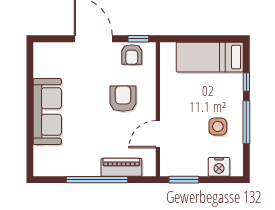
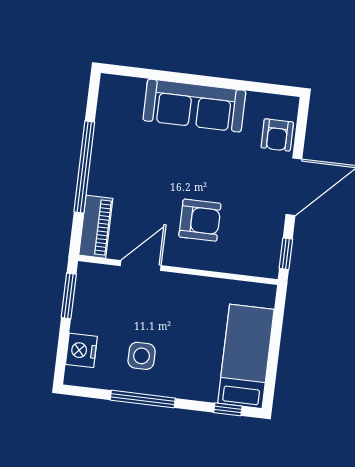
armchair: (132, 54) -> (277, 135), moved, turned -90
window: (246, 82) -> (228, 409), moved
door: (158, 134) -> (141, 266), hinge flipped
piano: (121, 167) -> (96, 227), moved

